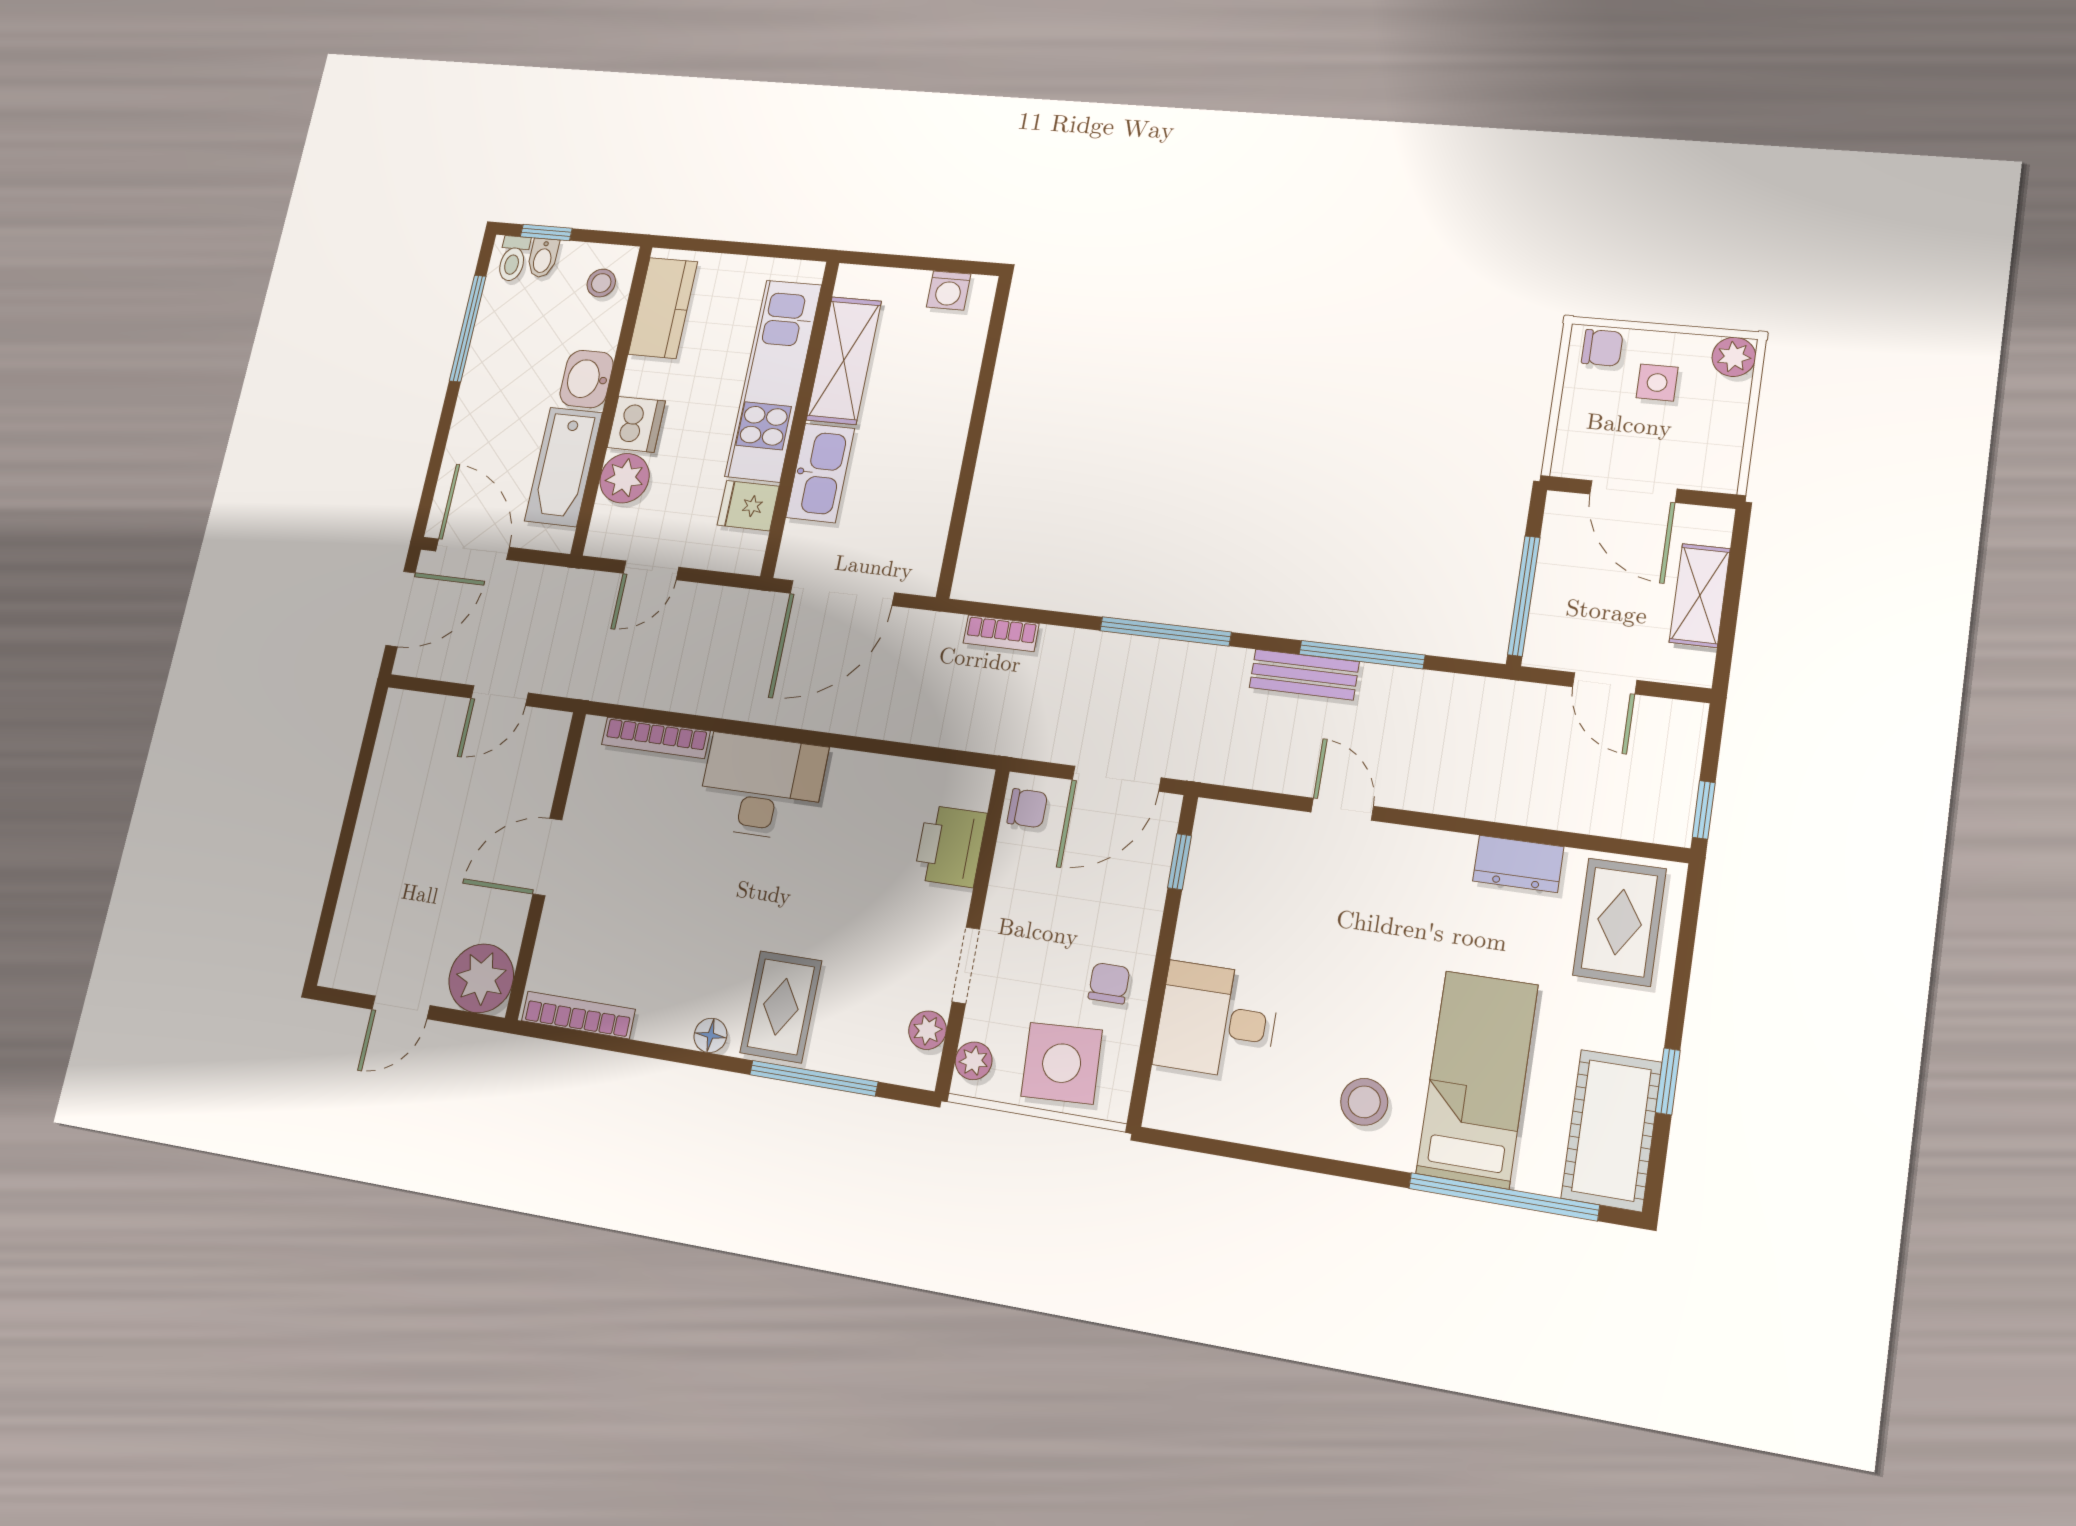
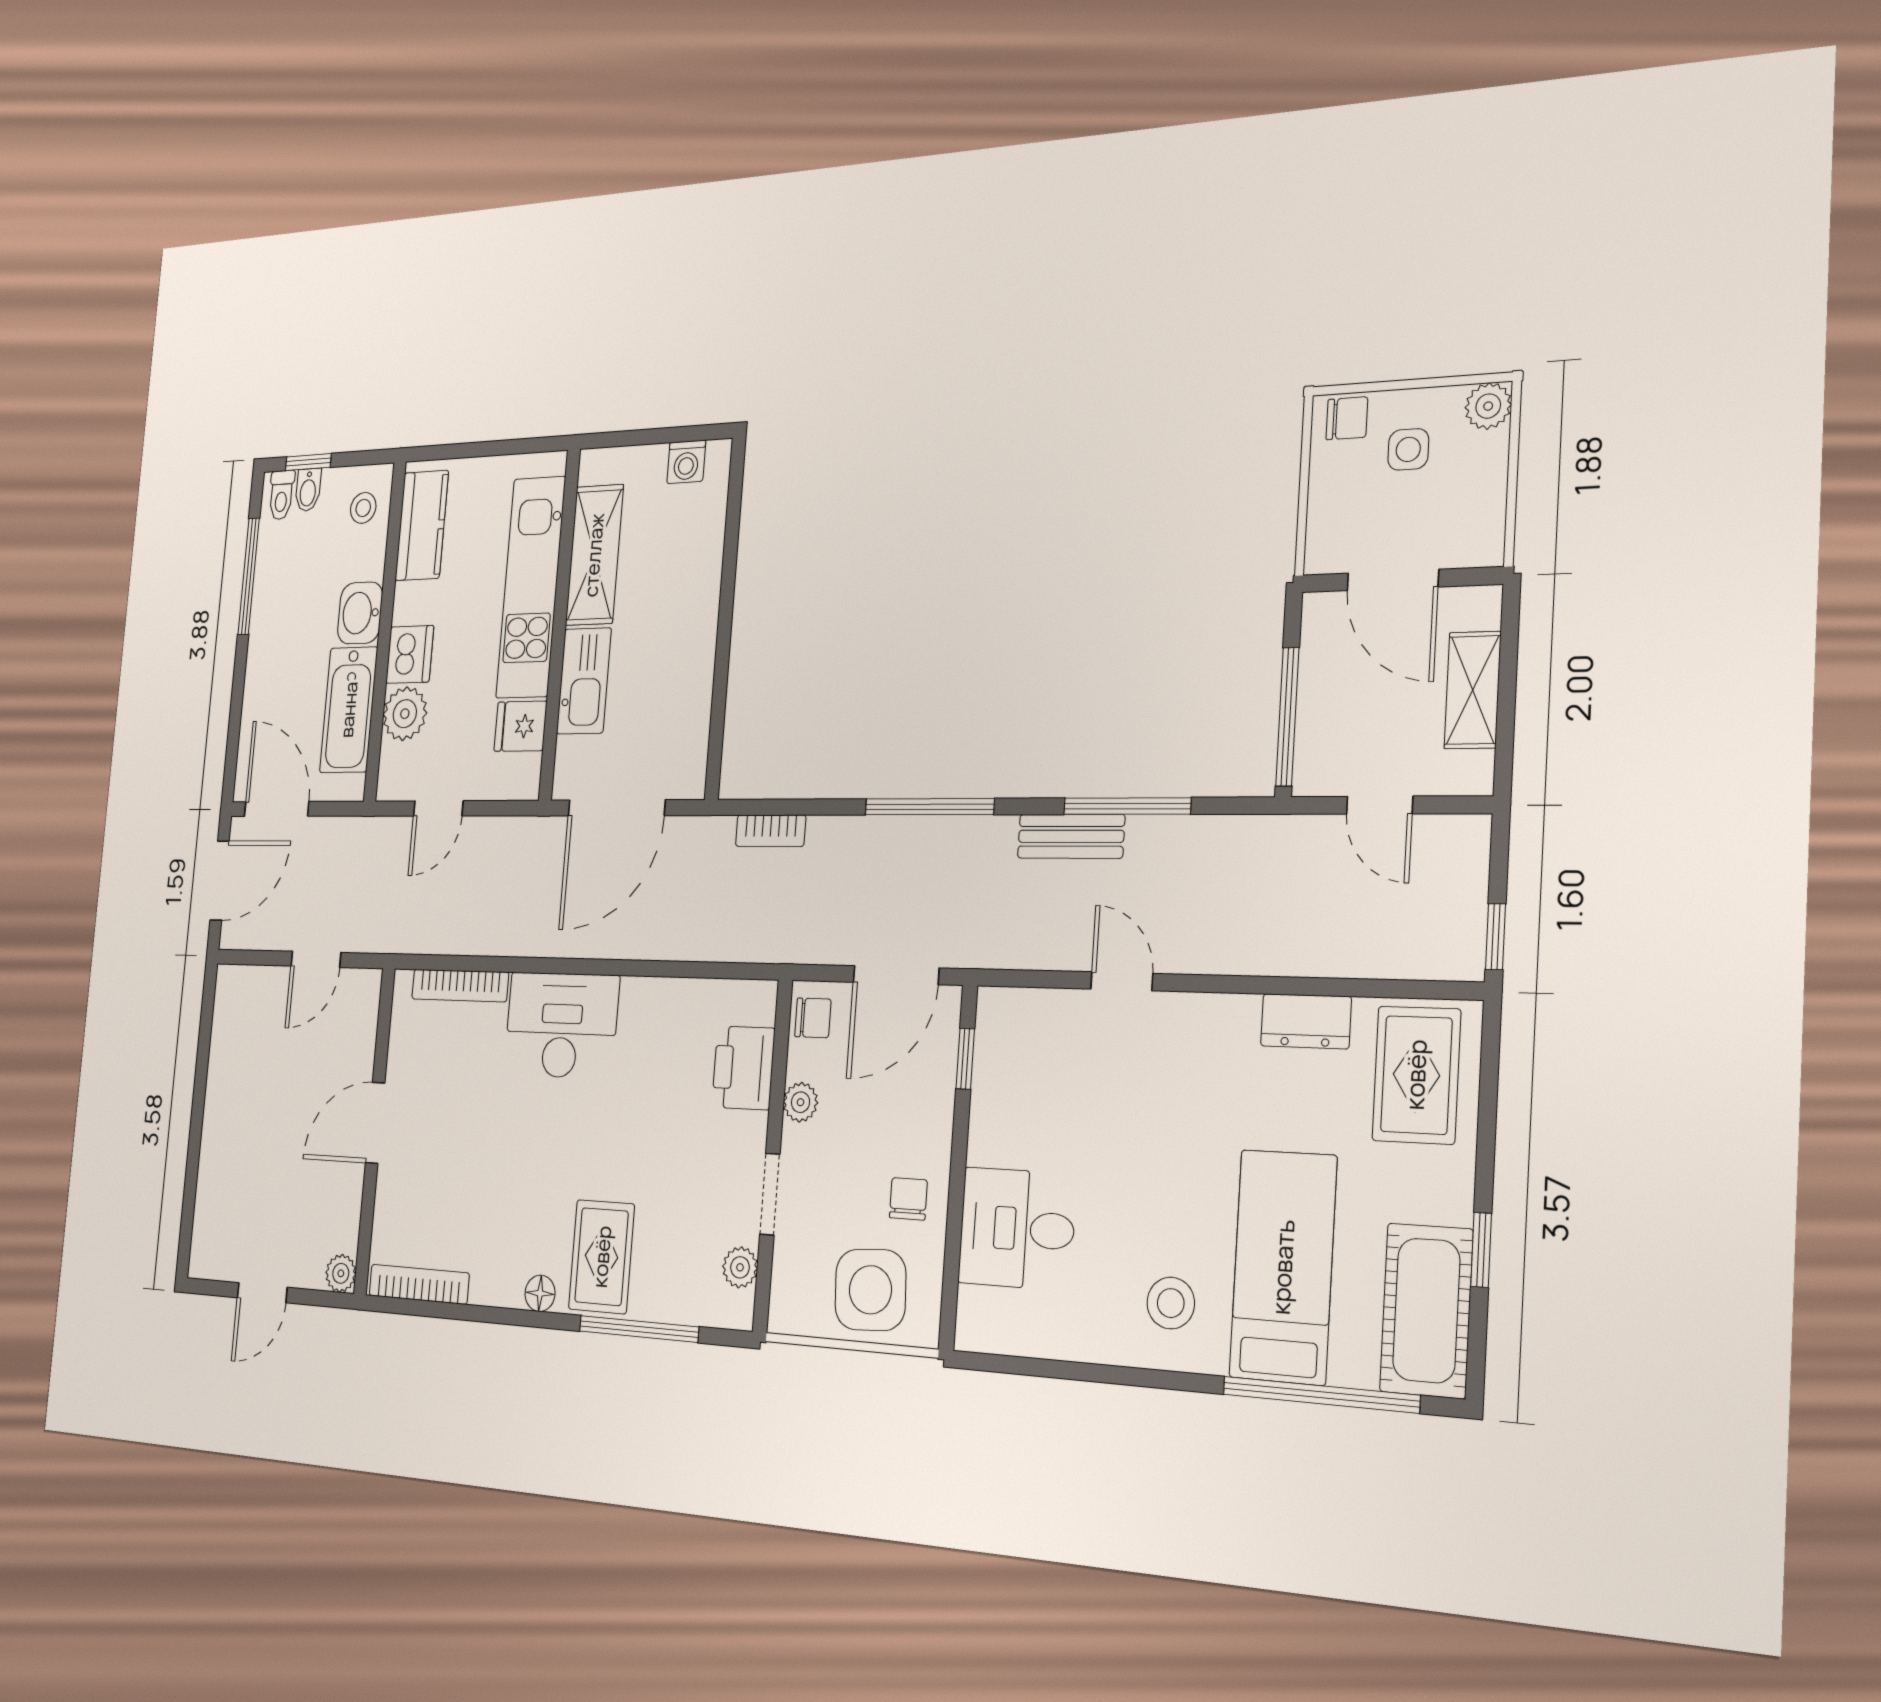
plant: (481, 978) -> (341, 1273), width x0.53, depth x0.53
plant: (974, 1061) -> (801, 1102), moved

